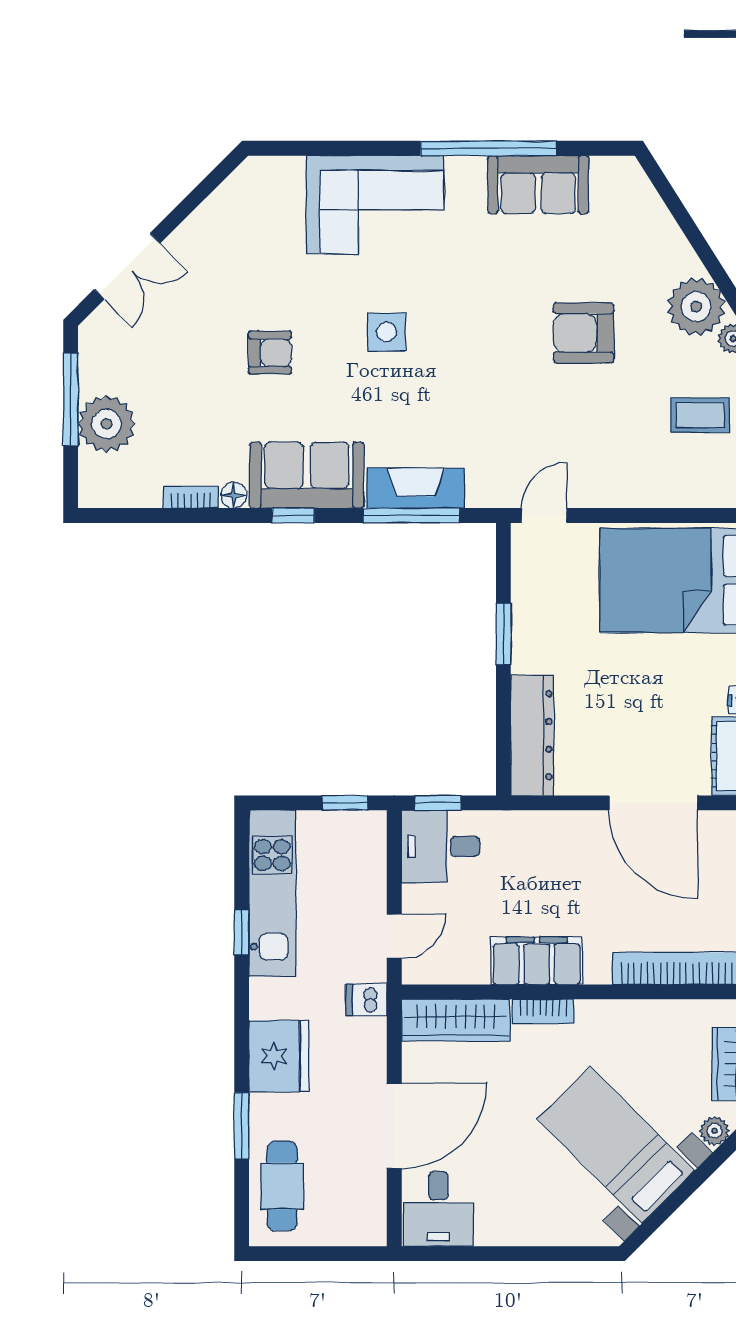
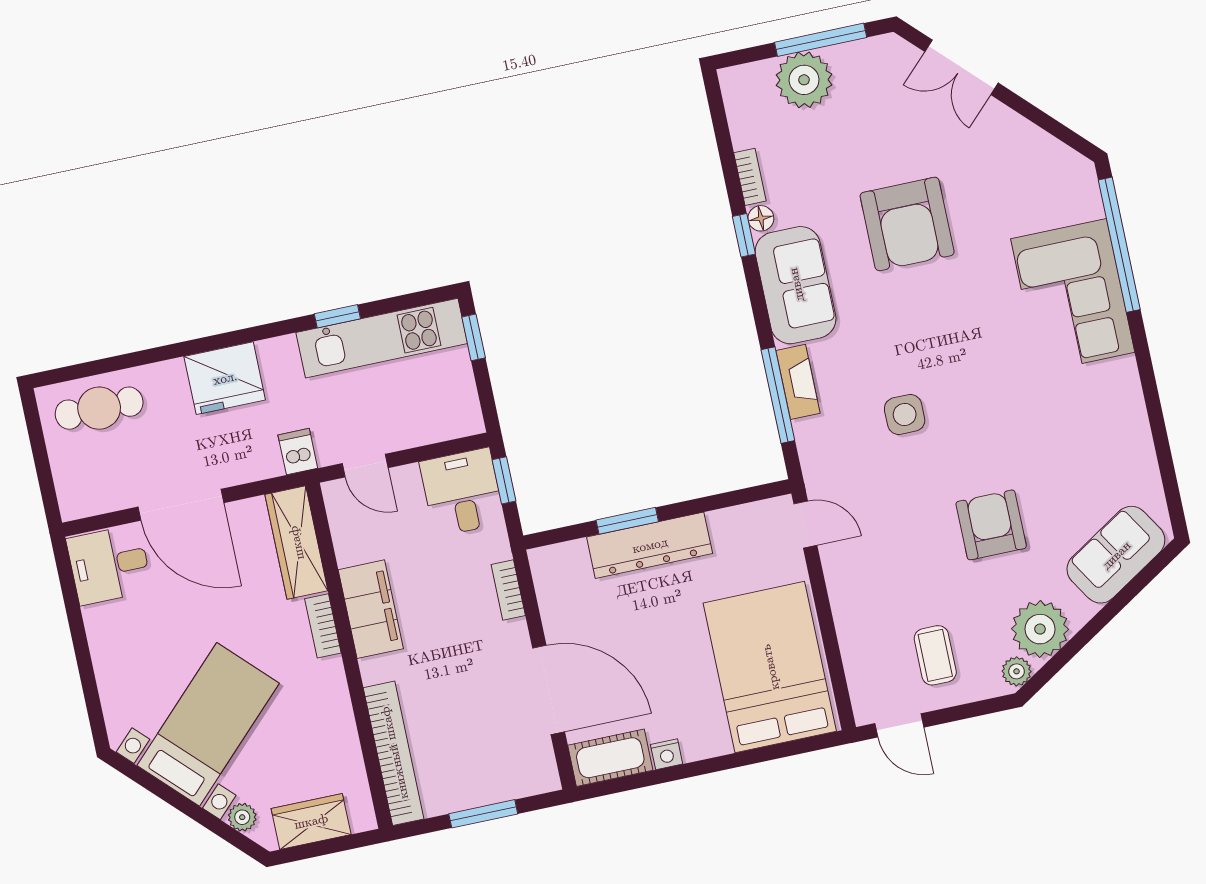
window: (489, 148) -> (1119, 245), moved
sofa: (538, 185) -> (1116, 555), moved, turned 58
side table: (387, 332) -> (905, 414), moved
armchair: (270, 353) -> (907, 224), width x1.88, depth x1.88
fireplace: (416, 488) -> (798, 382), width x0.73, depth x0.76
window: (293, 516) -> (744, 235), moved
window: (503, 634) -> (627, 521), moved
dresser: (532, 735) -> (650, 545), moved
window: (345, 803) -> (474, 337), moved
door: (653, 803) -> (549, 690), swing flipped
bookcase: (547, 822) -> (508, 590), added
window: (242, 1126) -> (149, 356), removed

